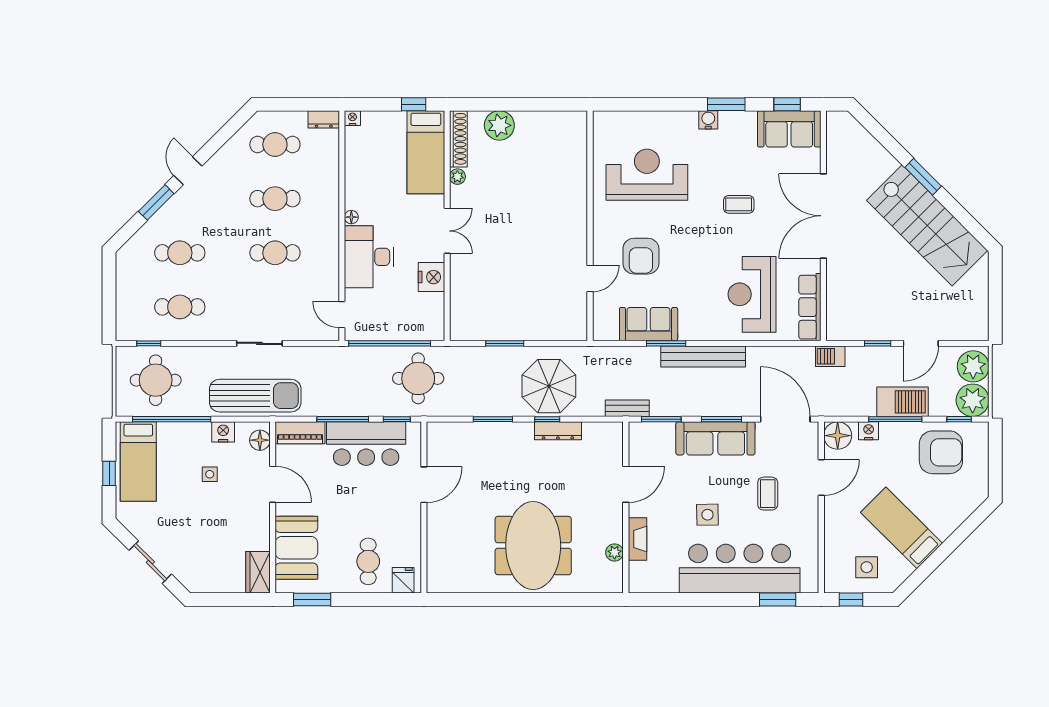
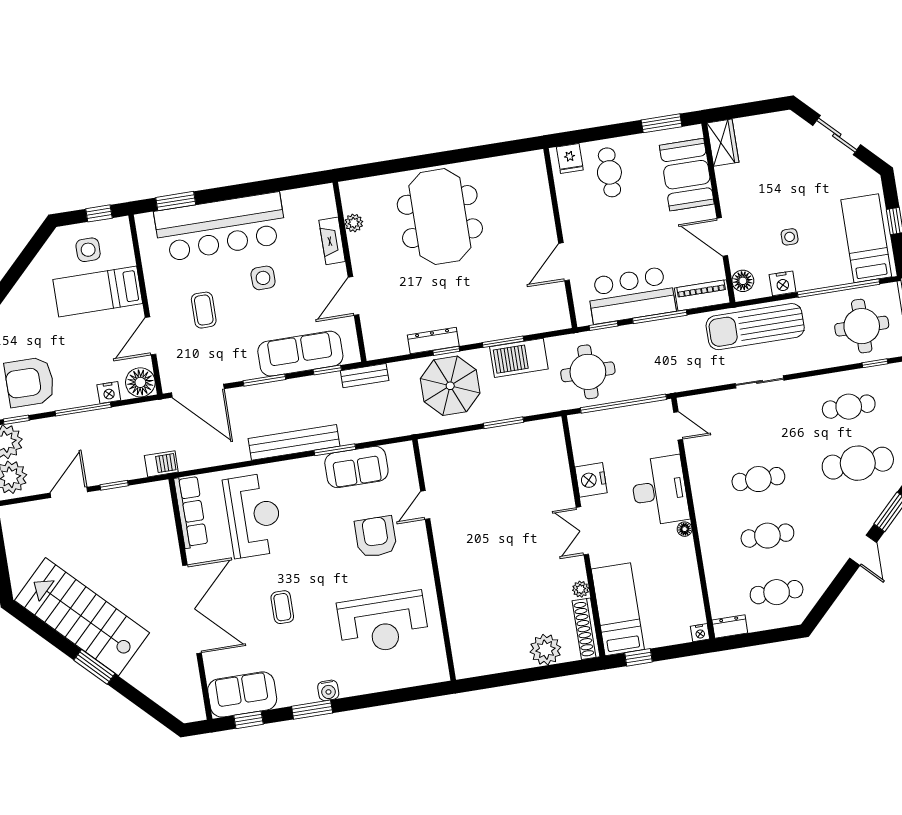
coffee table: (739, 204) -> (282, 607), turned 90
cafe table: (180, 253) -> (858, 463), width x1.37, depth x1.35
barbecue: (902, 402) -> (519, 358), moved
window: (661, 419) -> (327, 370), width x0.67
sofa: (715, 438) -> (300, 354), moved
bed: (902, 528) -> (98, 291), moved, turned 135

